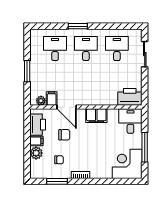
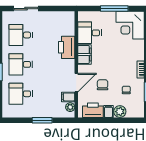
printer: (130, 97) -> (67, 47), moved
desk: (130, 121) -> (90, 33), moved

